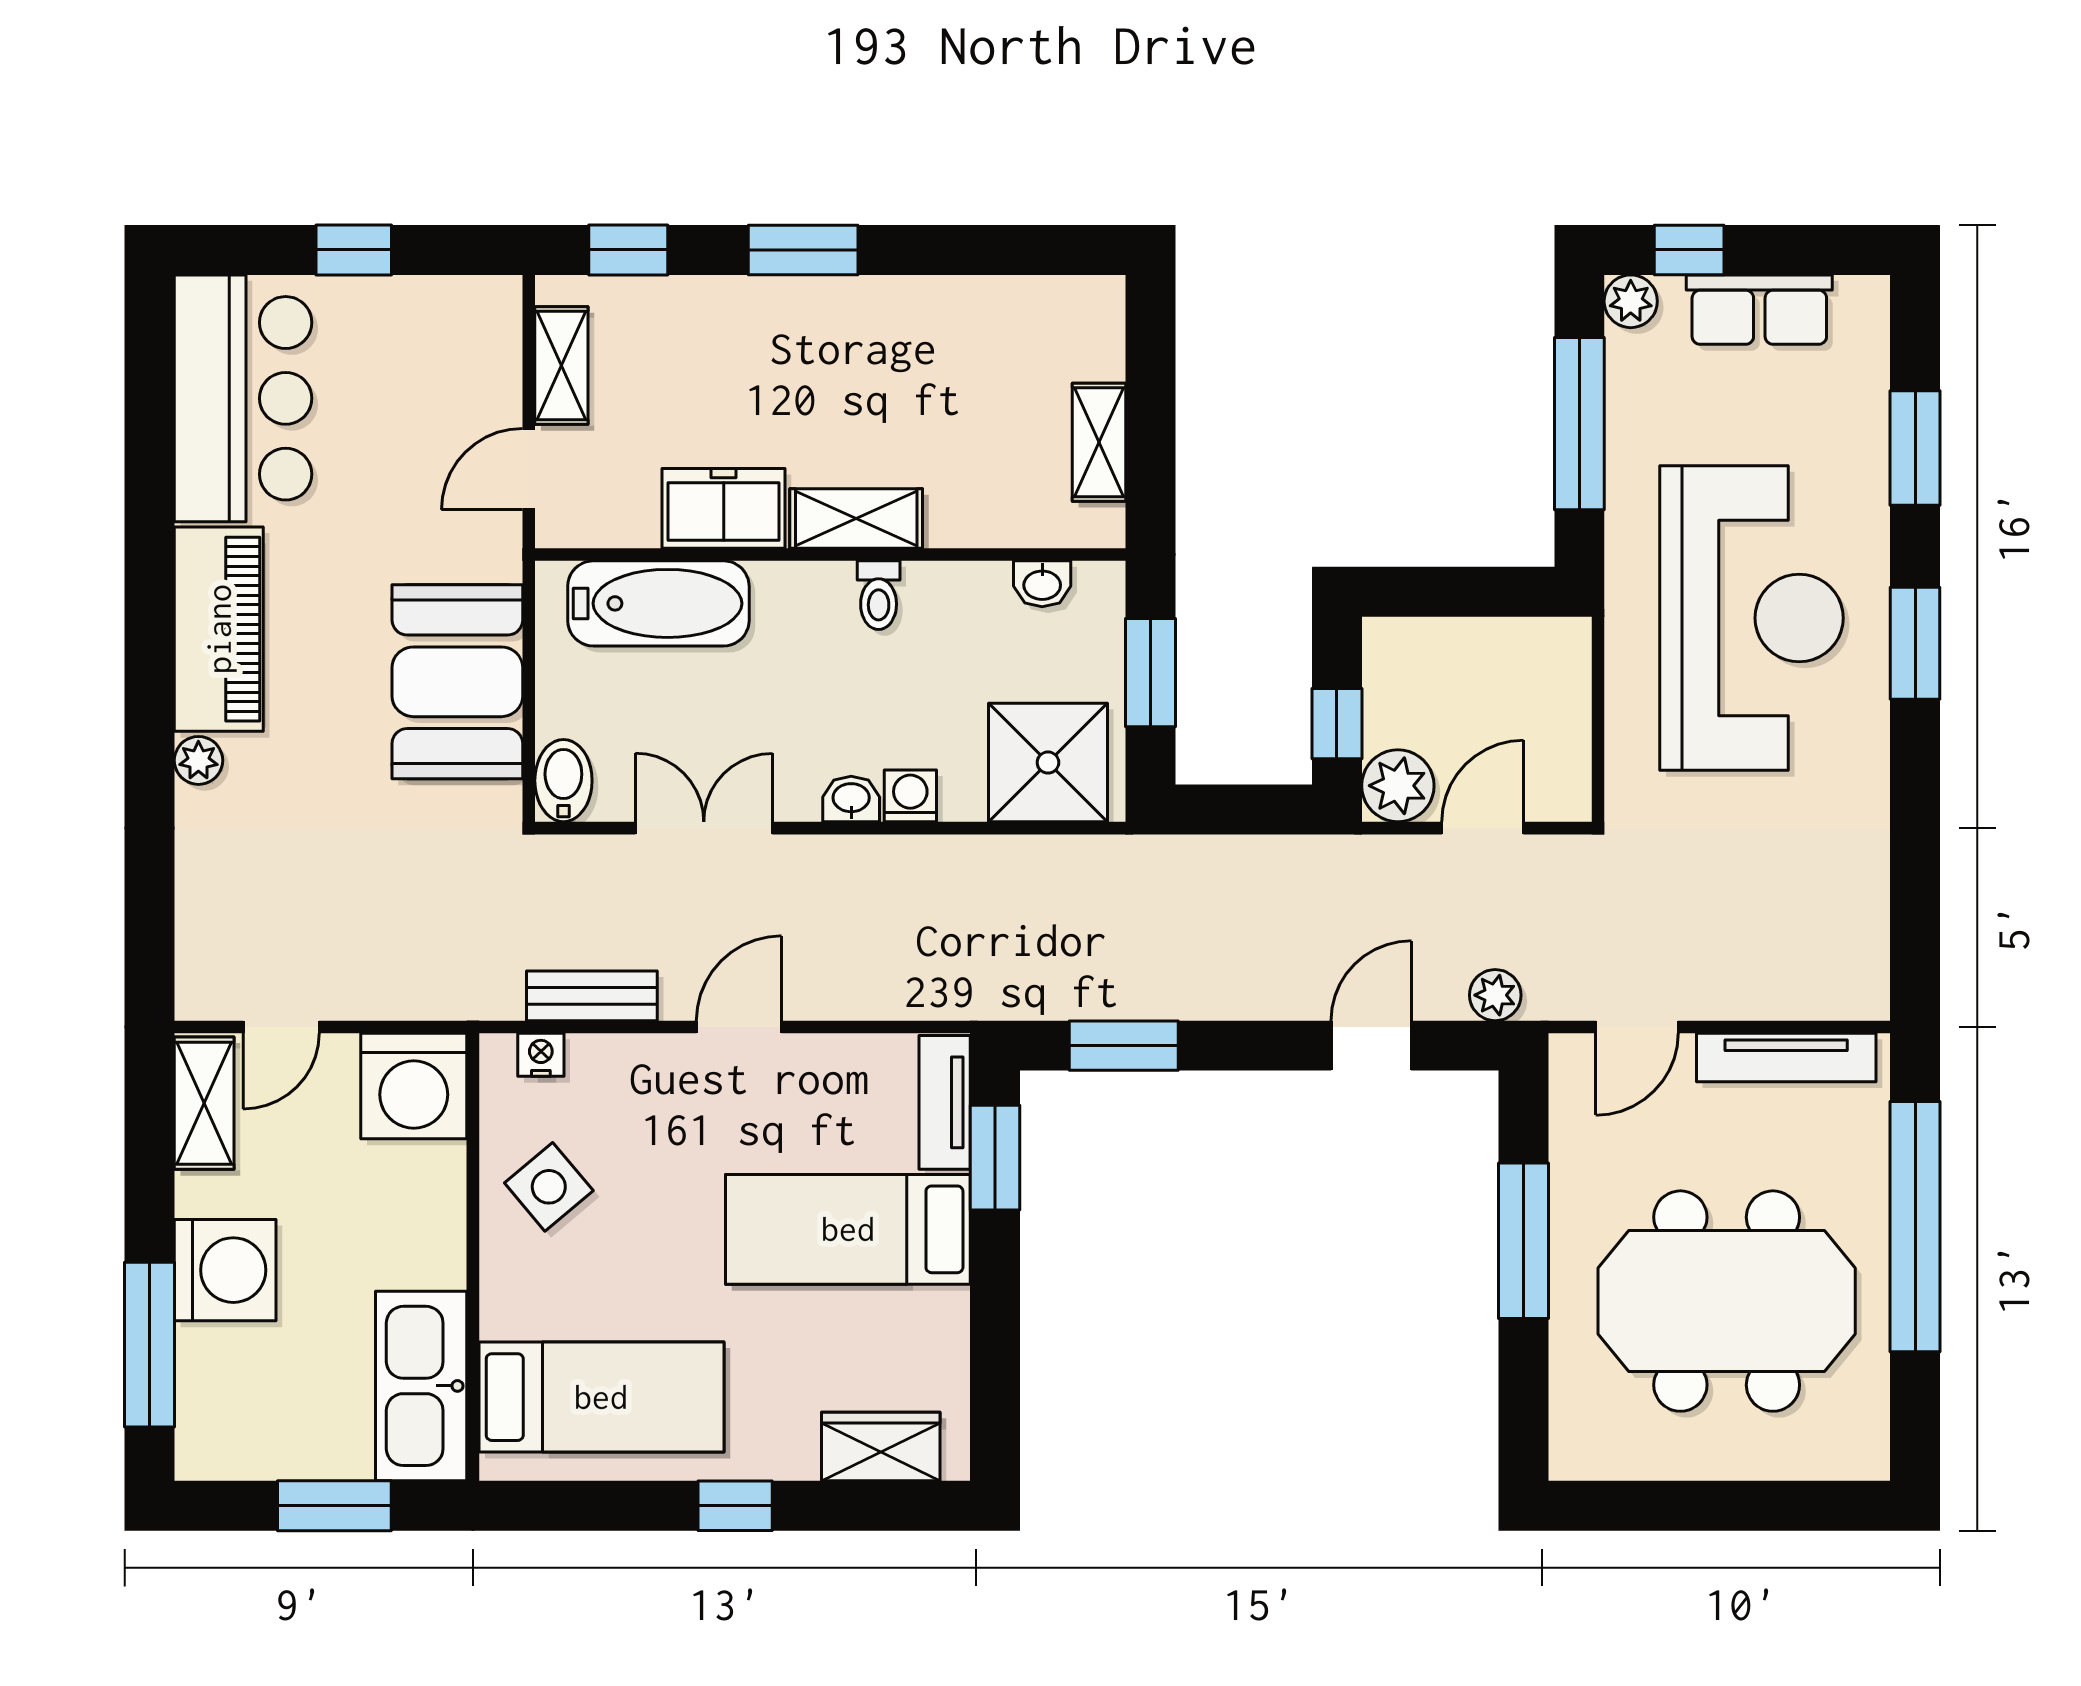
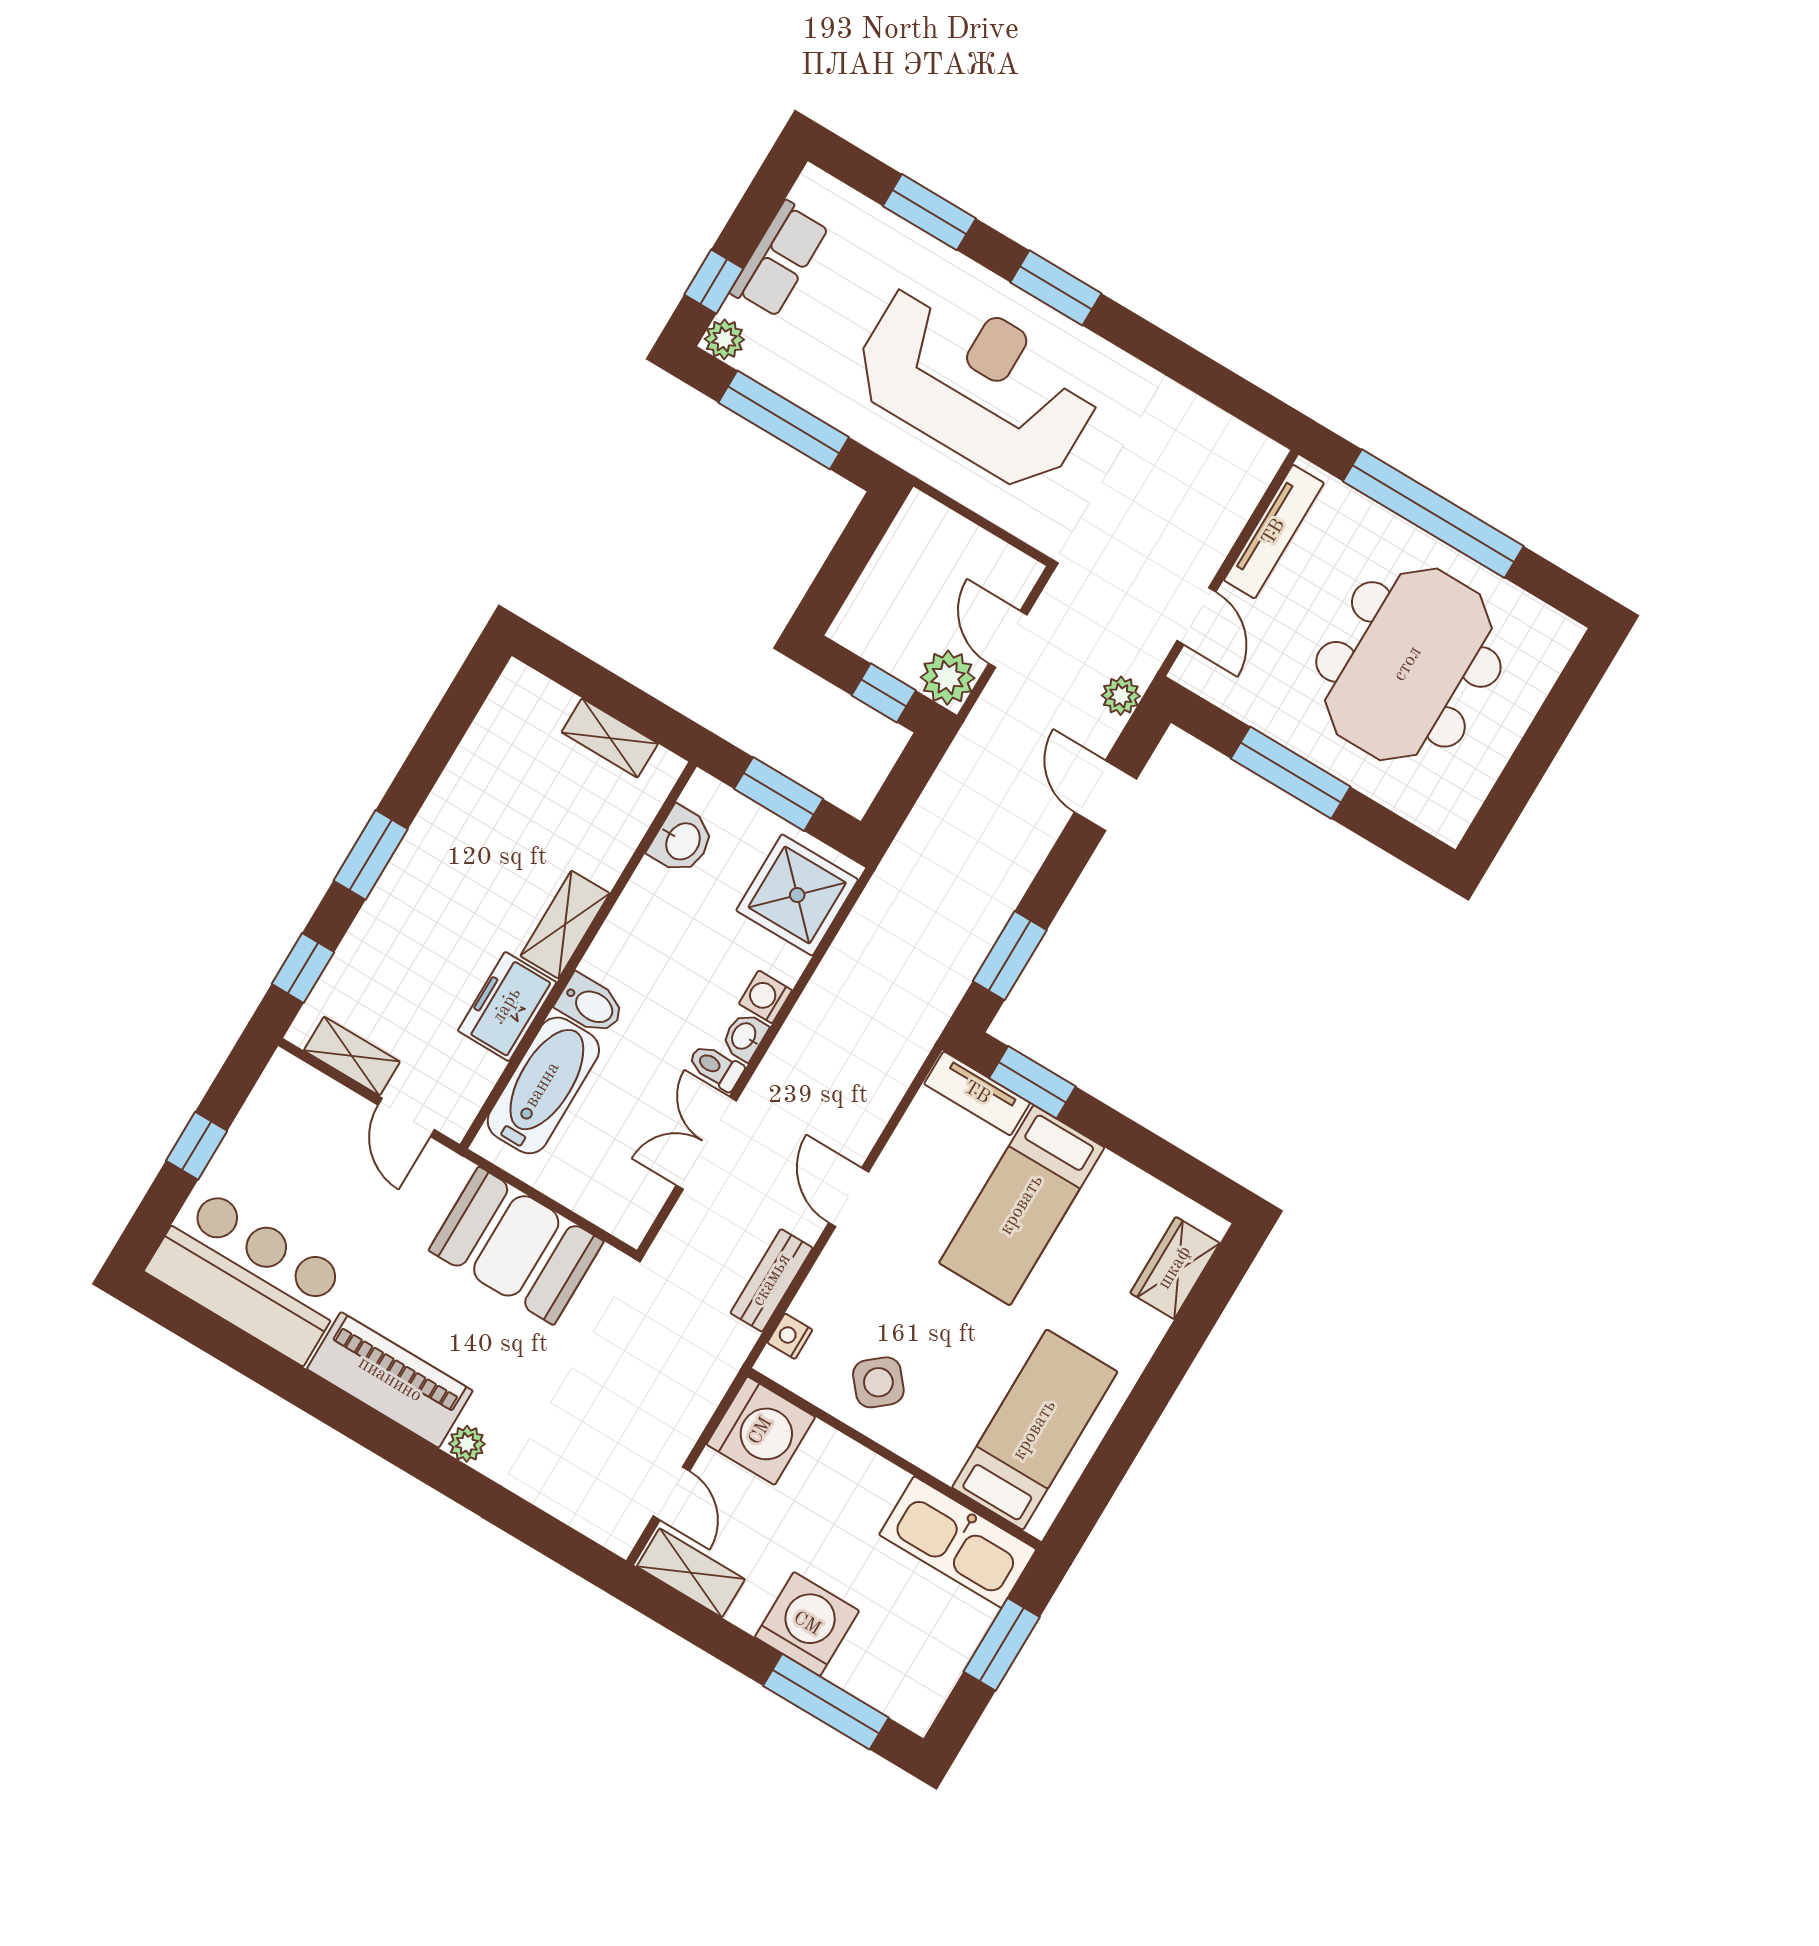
washbasin: (1042, 584) -> (682, 841), width x1.38, depth x1.45
toilet: (879, 595) -> (716, 1067), moved, turned 180
bidet: (563, 781) -> (590, 1005), moved, turned 180
window: (735, 1506) -> (1157, 1385), removed

